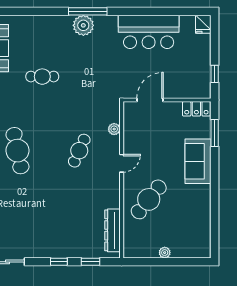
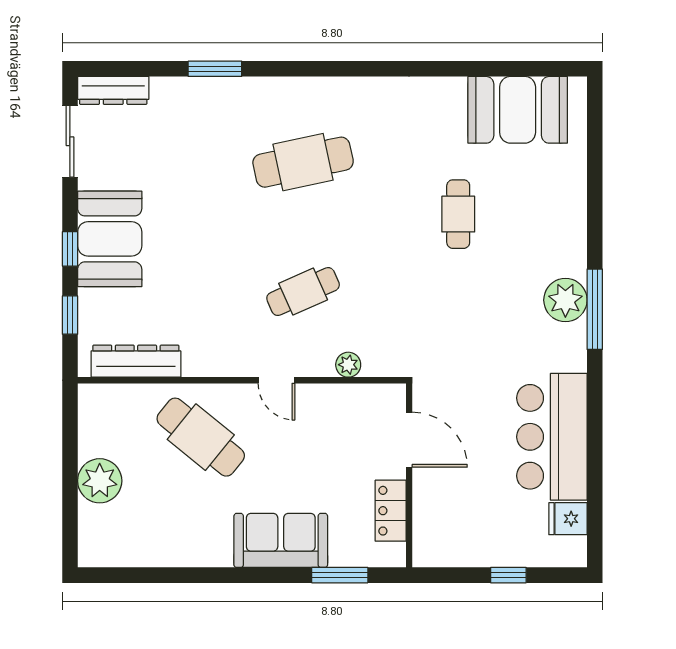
fridge: (203, 24) -> (568, 519), moved
window: (215, 74) -> (508, 575), moved
locker: (196, 109) -> (391, 511), moved
cafe table: (79, 151) -> (303, 292), turned -48
booth: (54, 243) -> (110, 239), added
plant: (165, 253) -> (100, 481), width x1.88, depth x1.88

